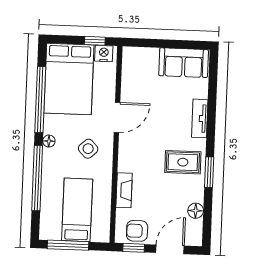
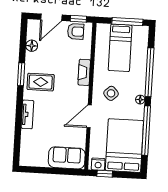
sofa: (184, 63) -> (67, 158), moved
fireplace: (124, 190) -> (84, 72), moved

